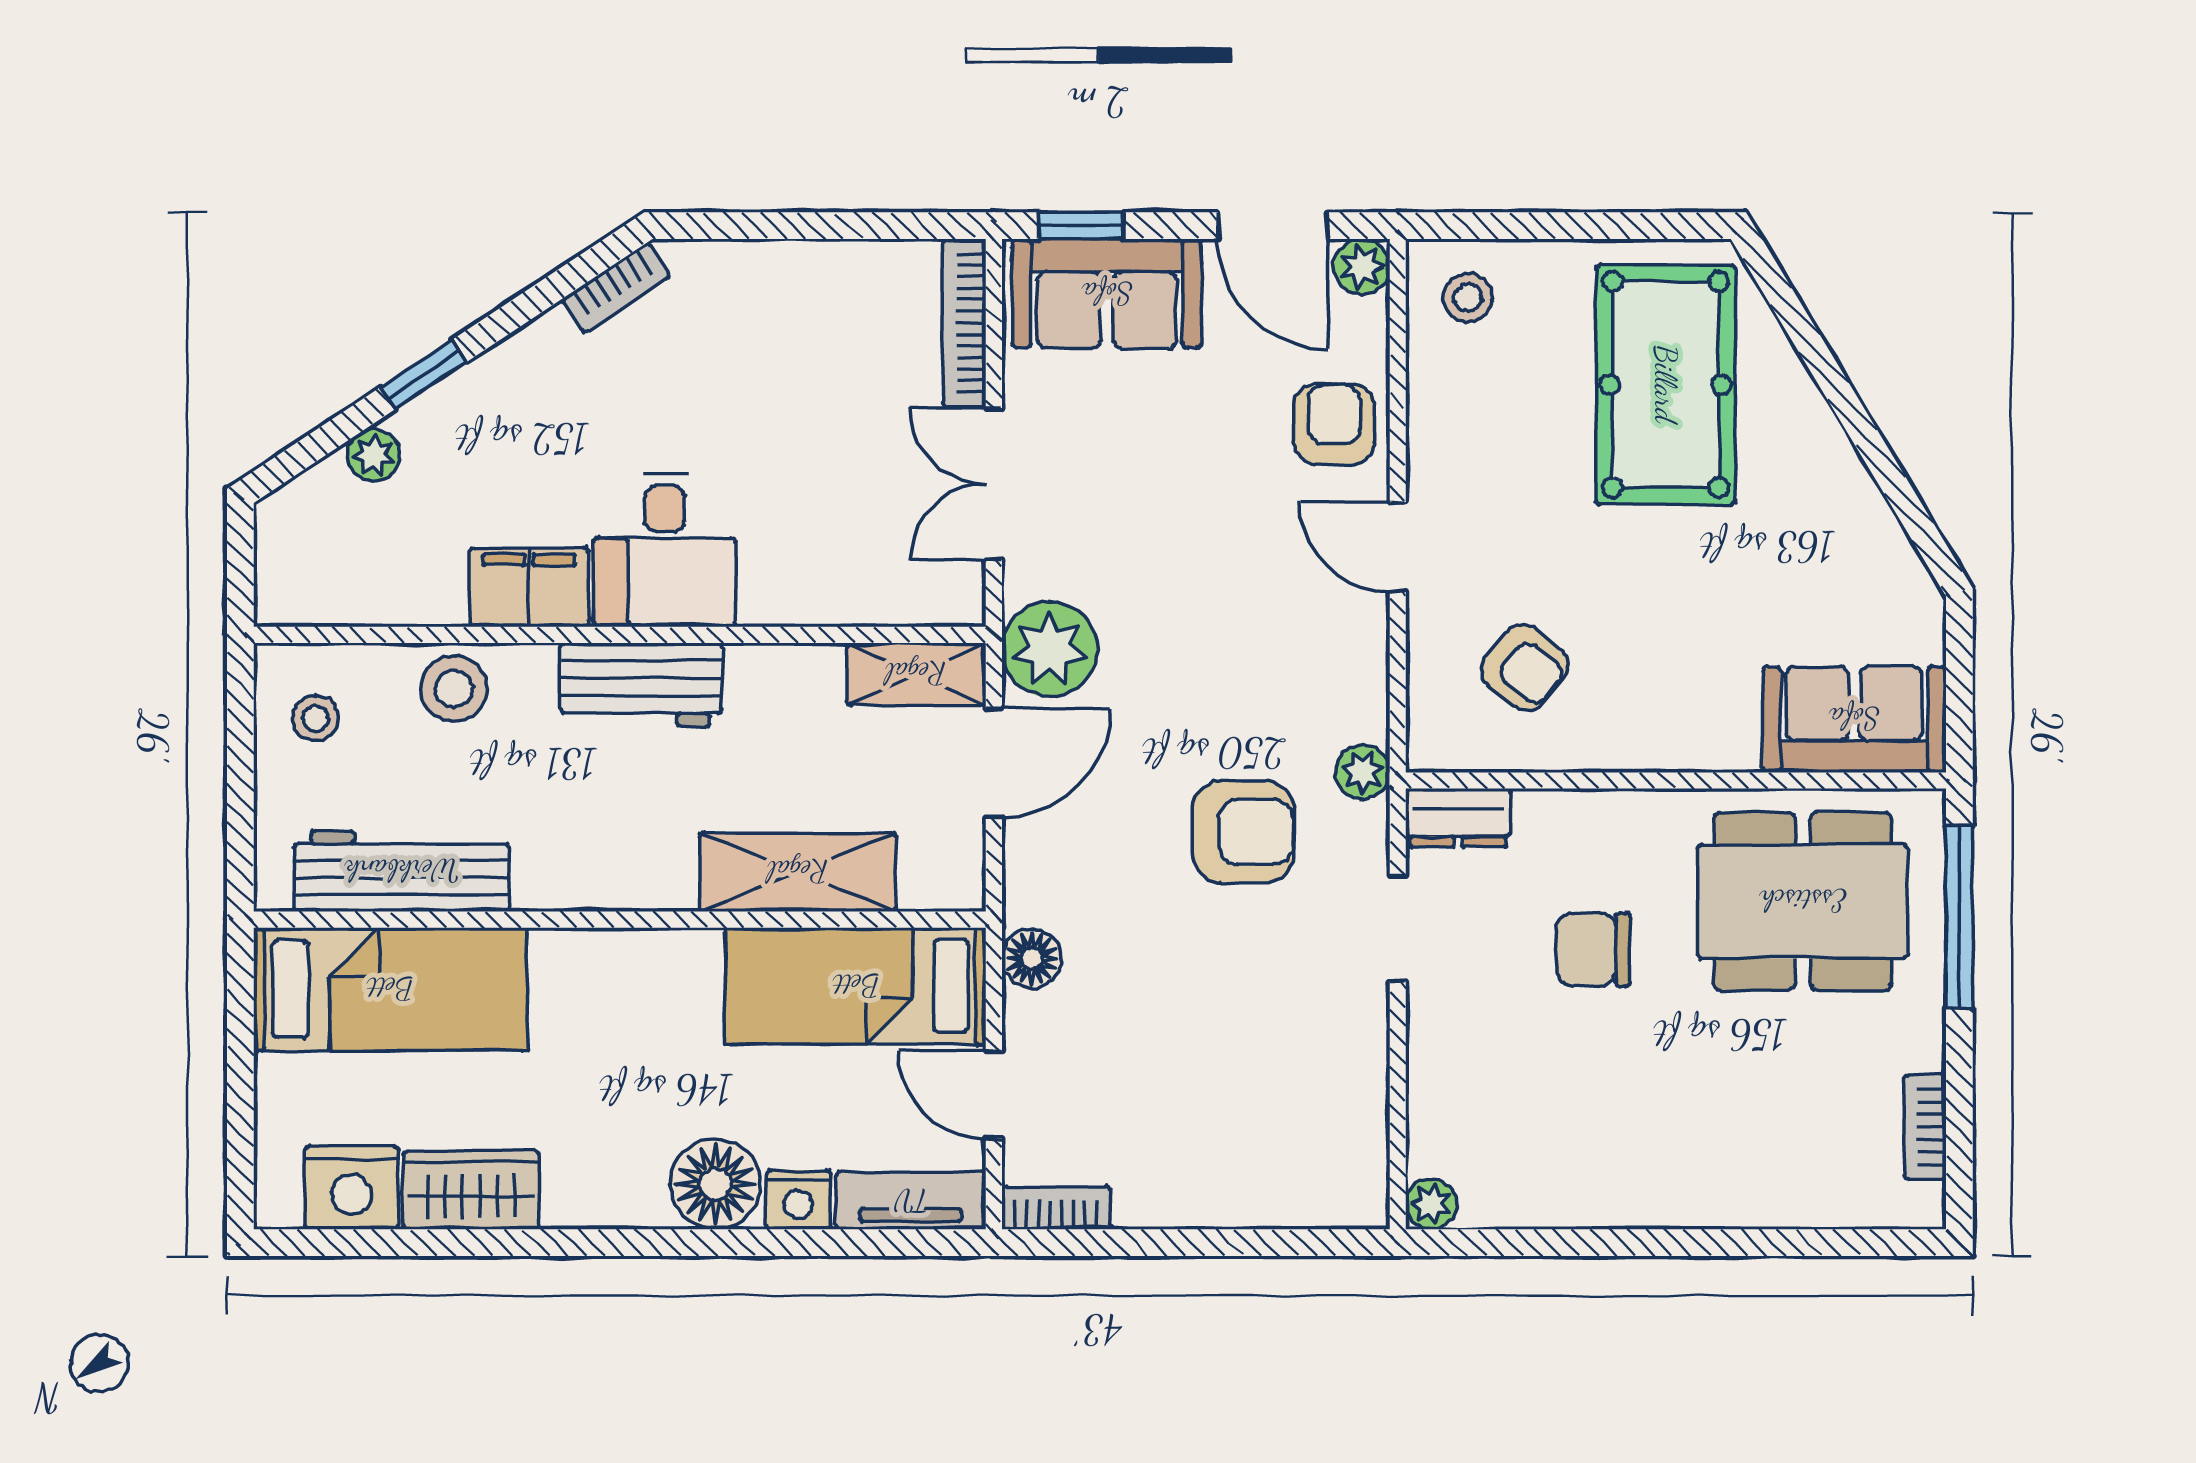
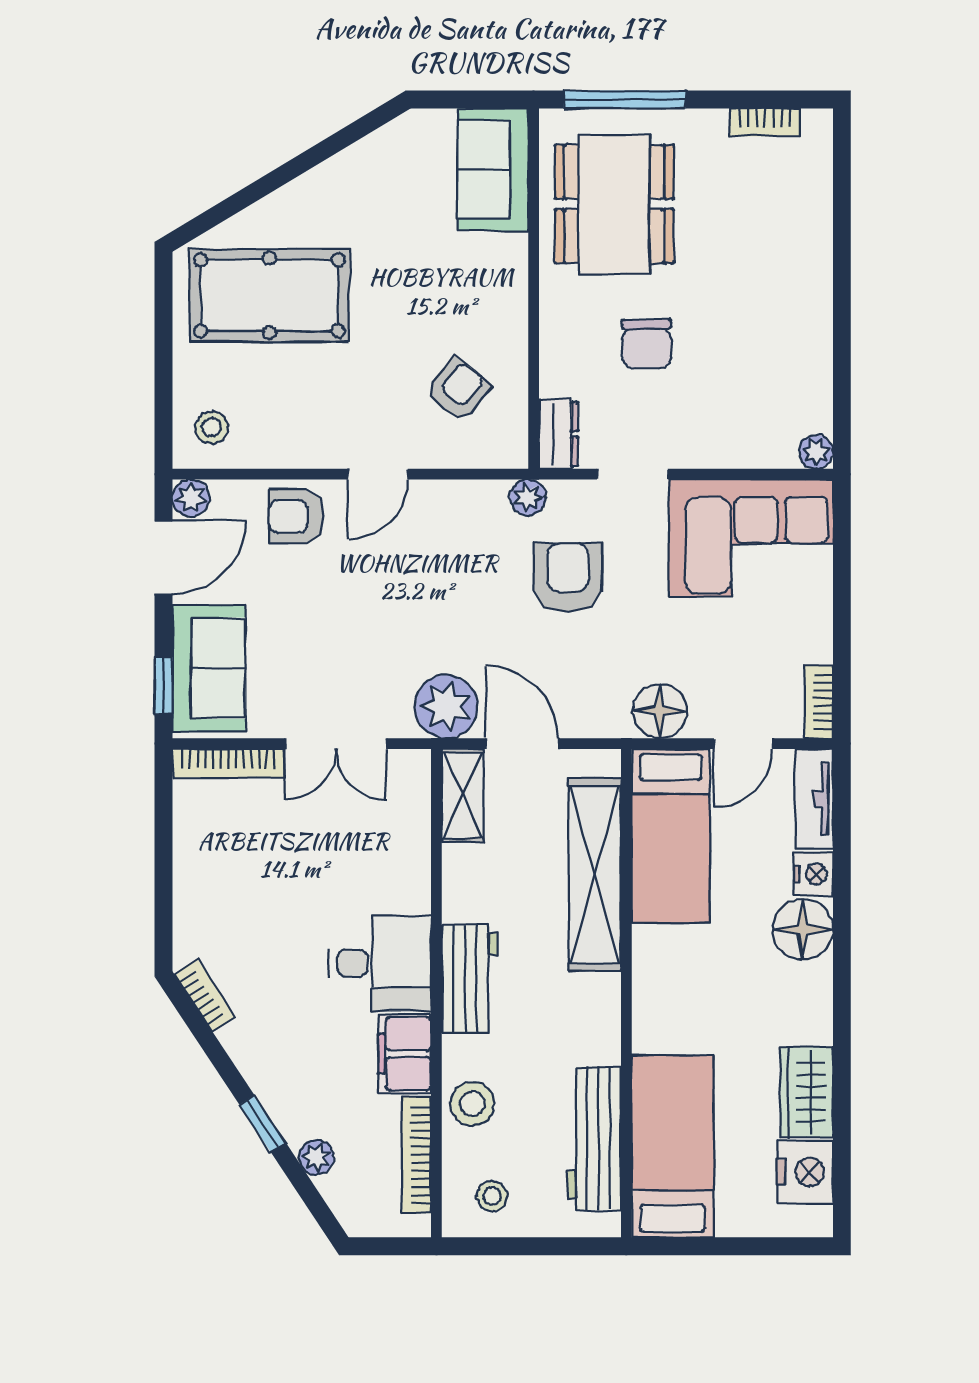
bookcase: (377, 605) -> (416, 1155), added
shelving: (798, 872) -> (595, 875), width x1.47
floor lamp: (1032, 959) -> (660, 711), width x1.38, depth x1.38
corner sofa: (1302, 1106) -> (751, 538), added

